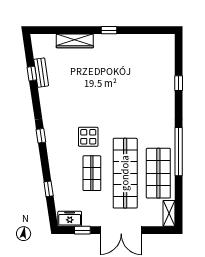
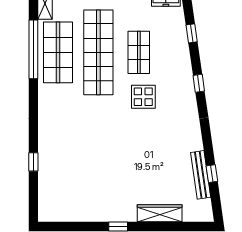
bench: (41, 73) -> (201, 175), width x1.36
window: (41, 136) -> (199, 83), moved
window: (179, 152) -> (33, 49), moved

